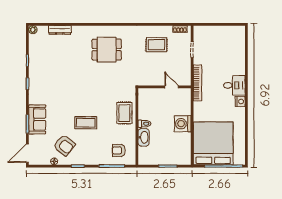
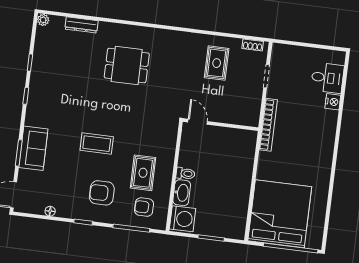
rug: (157, 45) -> (217, 63), turned 90
dining table: (107, 50) -> (127, 65), moved
desk: (234, 85) -> (327, 78), moved
door: (172, 87) -> (198, 122), moved
nightstand: (240, 101) -> (333, 102), moved
rug: (124, 113) -> (143, 173), moved
coffee table: (86, 123) -> (97, 144), moved
washing machine: (183, 124) -> (183, 219), moved, turned 180
armchair: (64, 145) -> (102, 193), moved, turned 142

